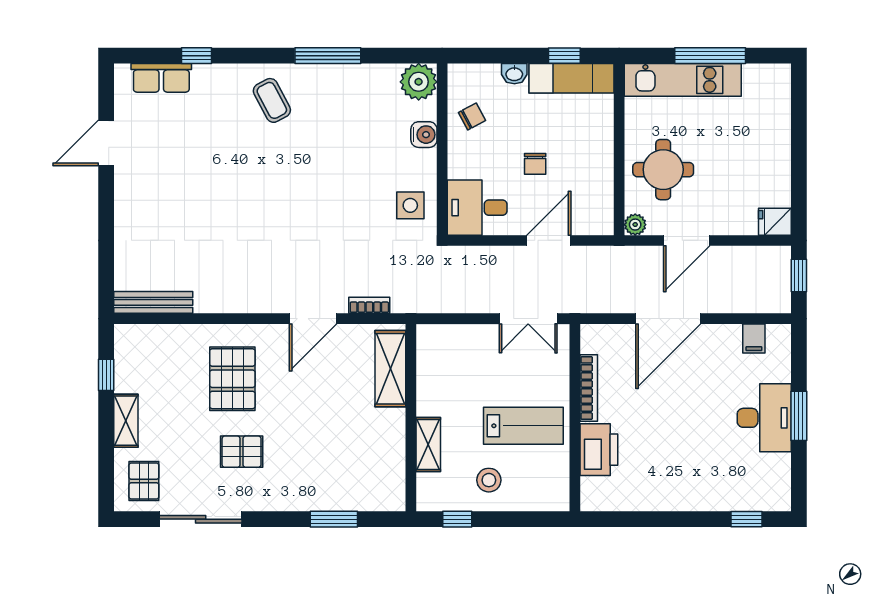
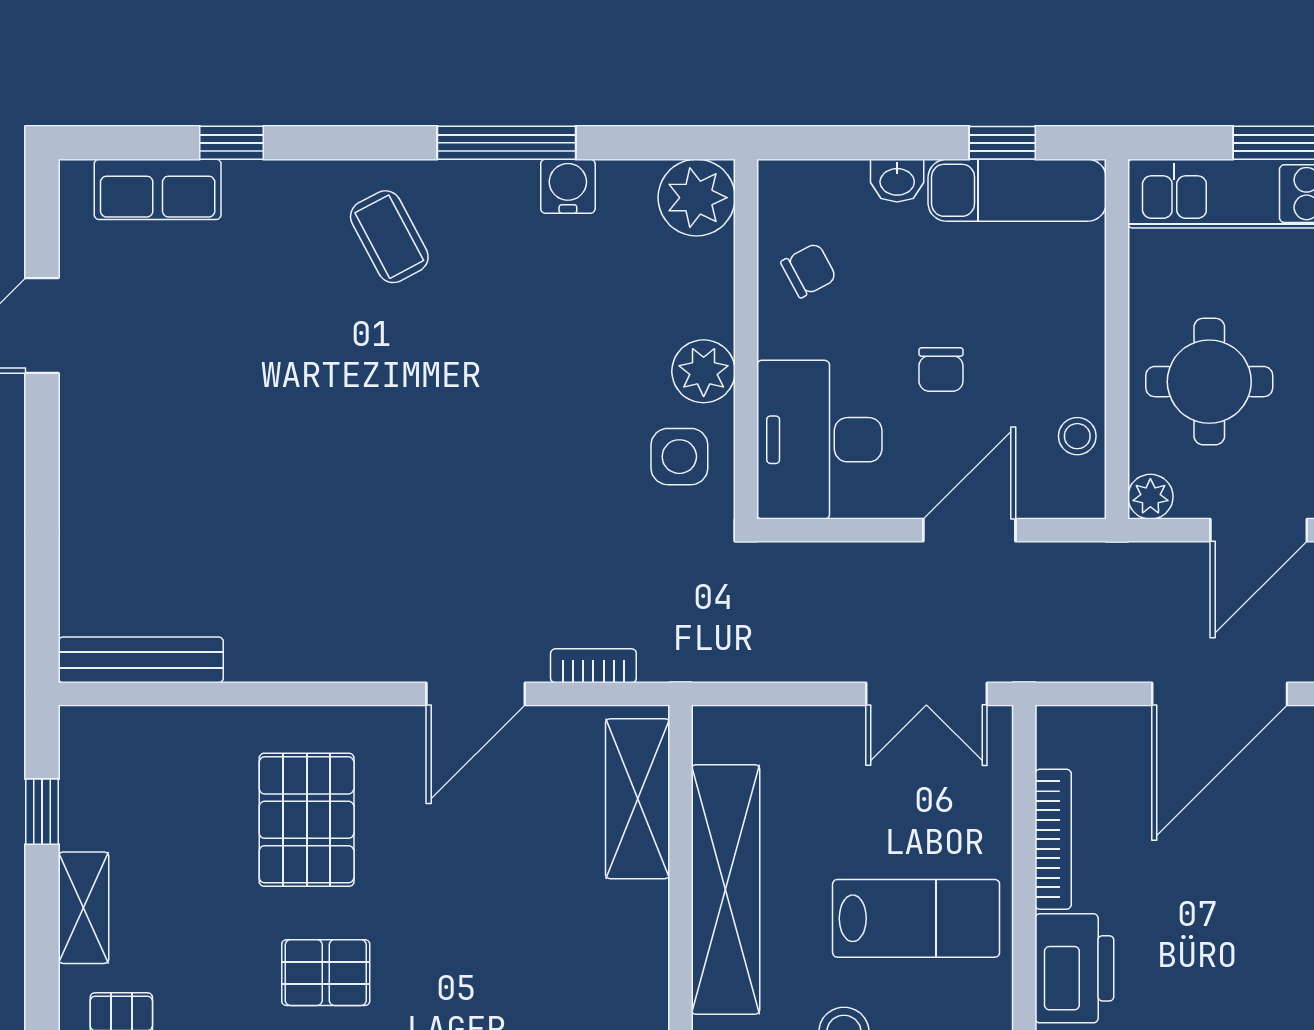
water cooler: (424, 135) -> (568, 186), moved, turned -90
plant: (422, 165) -> (704, 371), added
stool: (600, 196) -> (1077, 436), added
desk: (477, 208) -> (819, 440), width x1.37
shelving: (428, 444) -> (725, 889), width x2.20, depth x1.33

